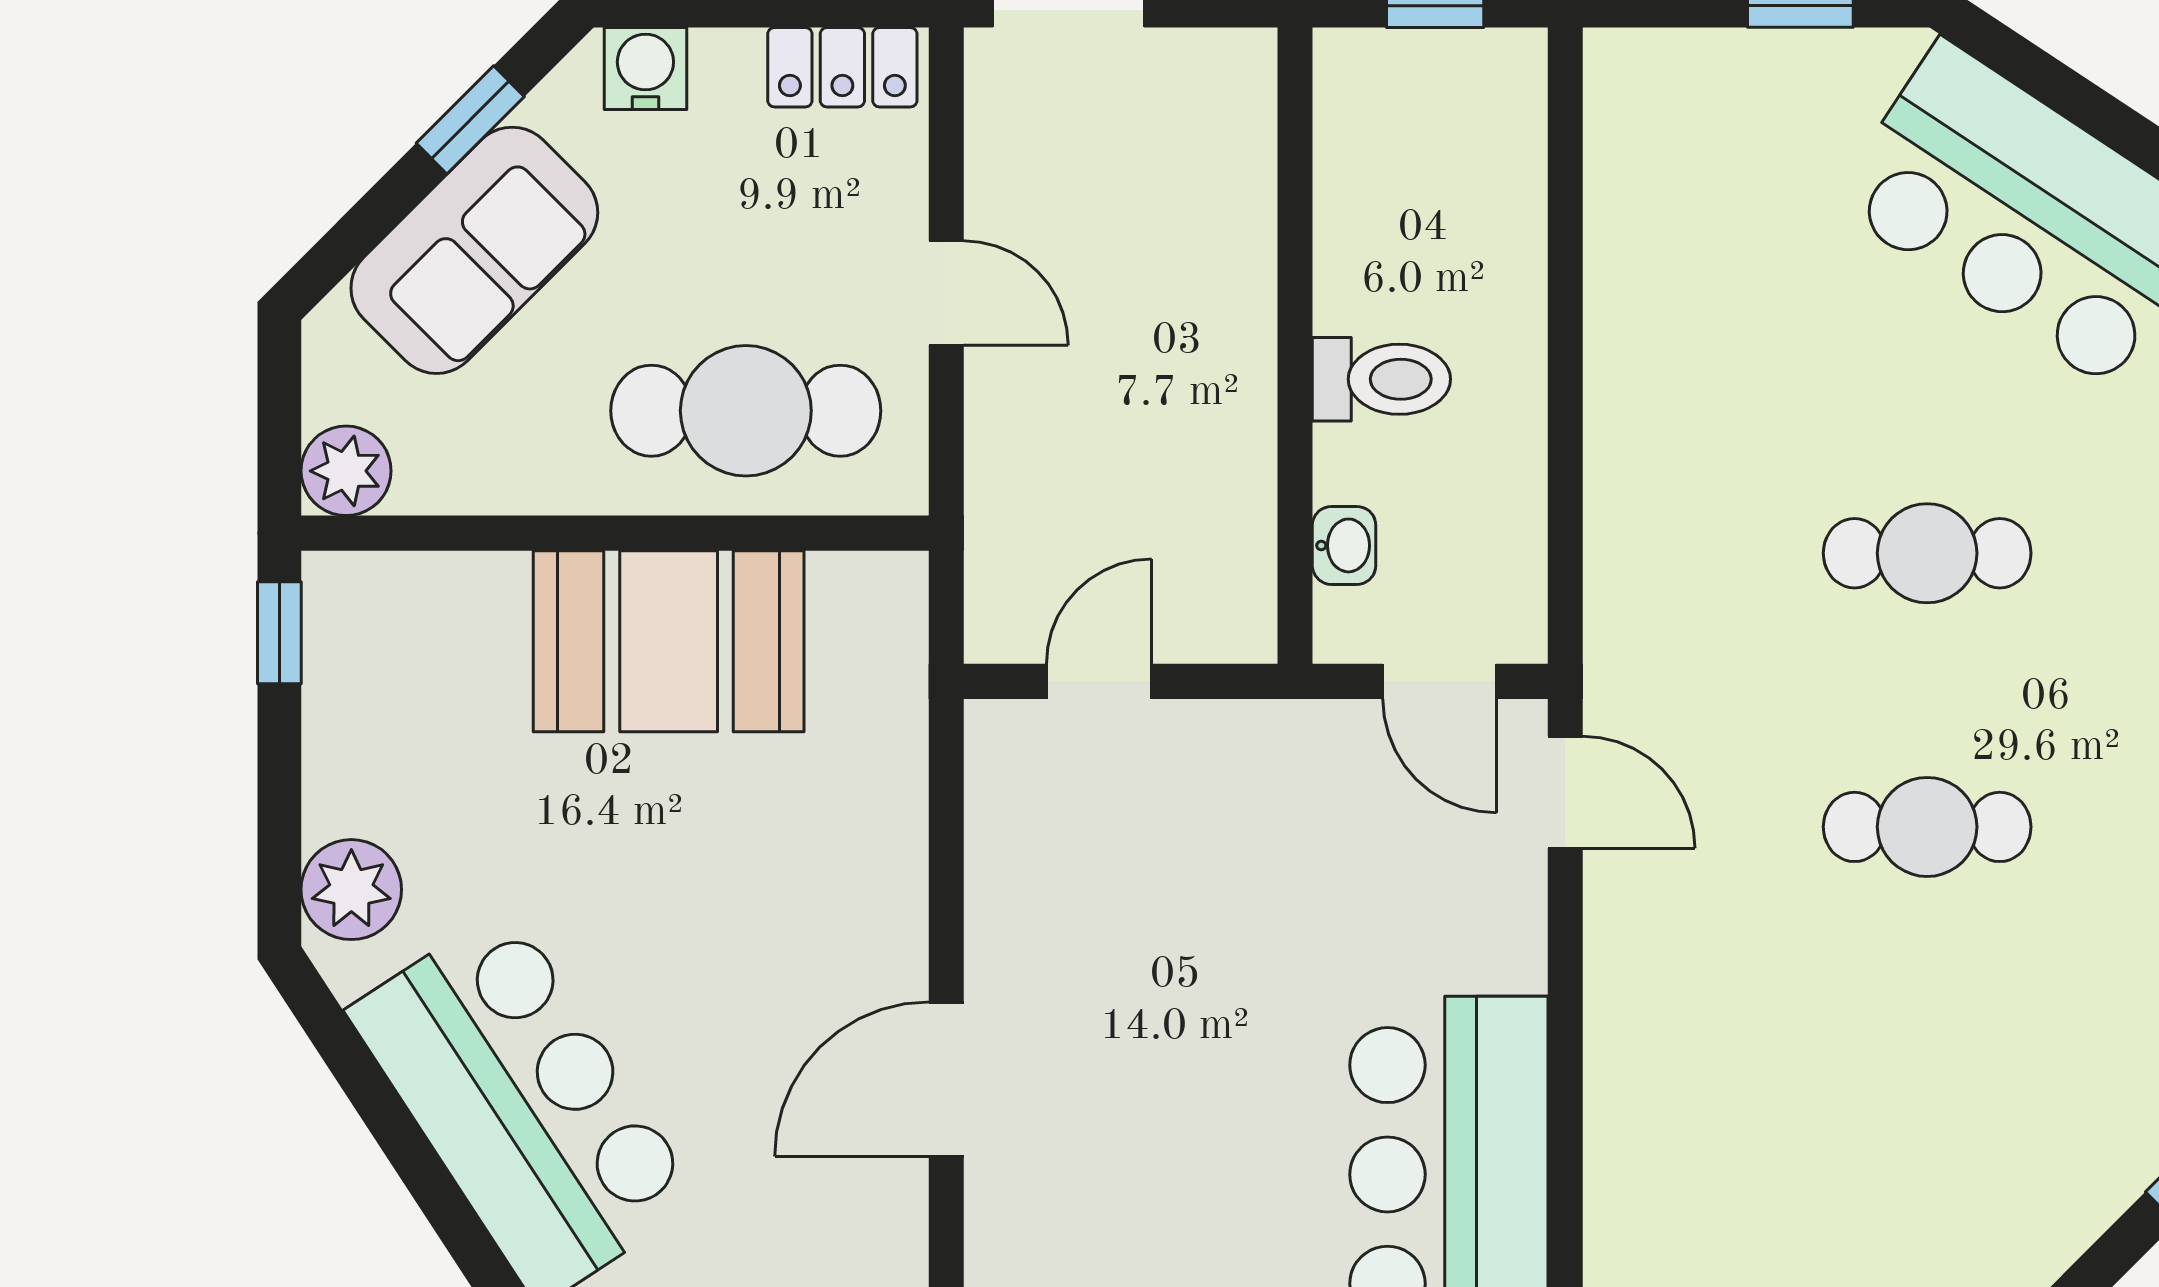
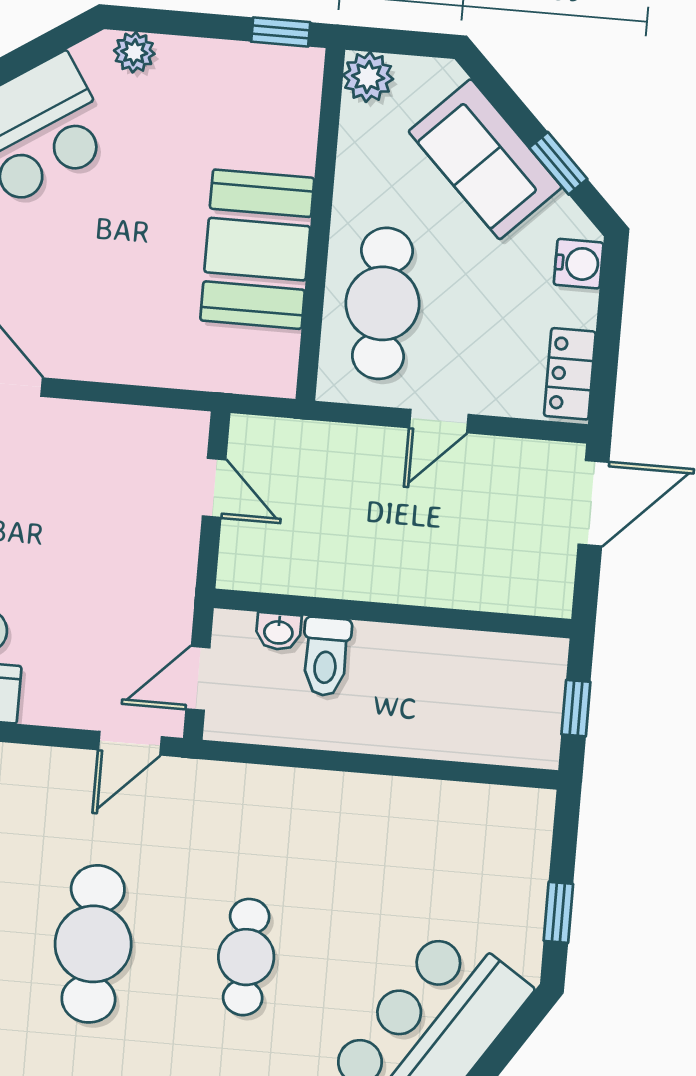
toilet: (1381, 379) -> (326, 657), moved
cafe table: (1927, 827) -> (93, 944), width x1.37, depth x1.35
plant: (351, 890) -> (134, 52), width x0.73, depth x0.73

